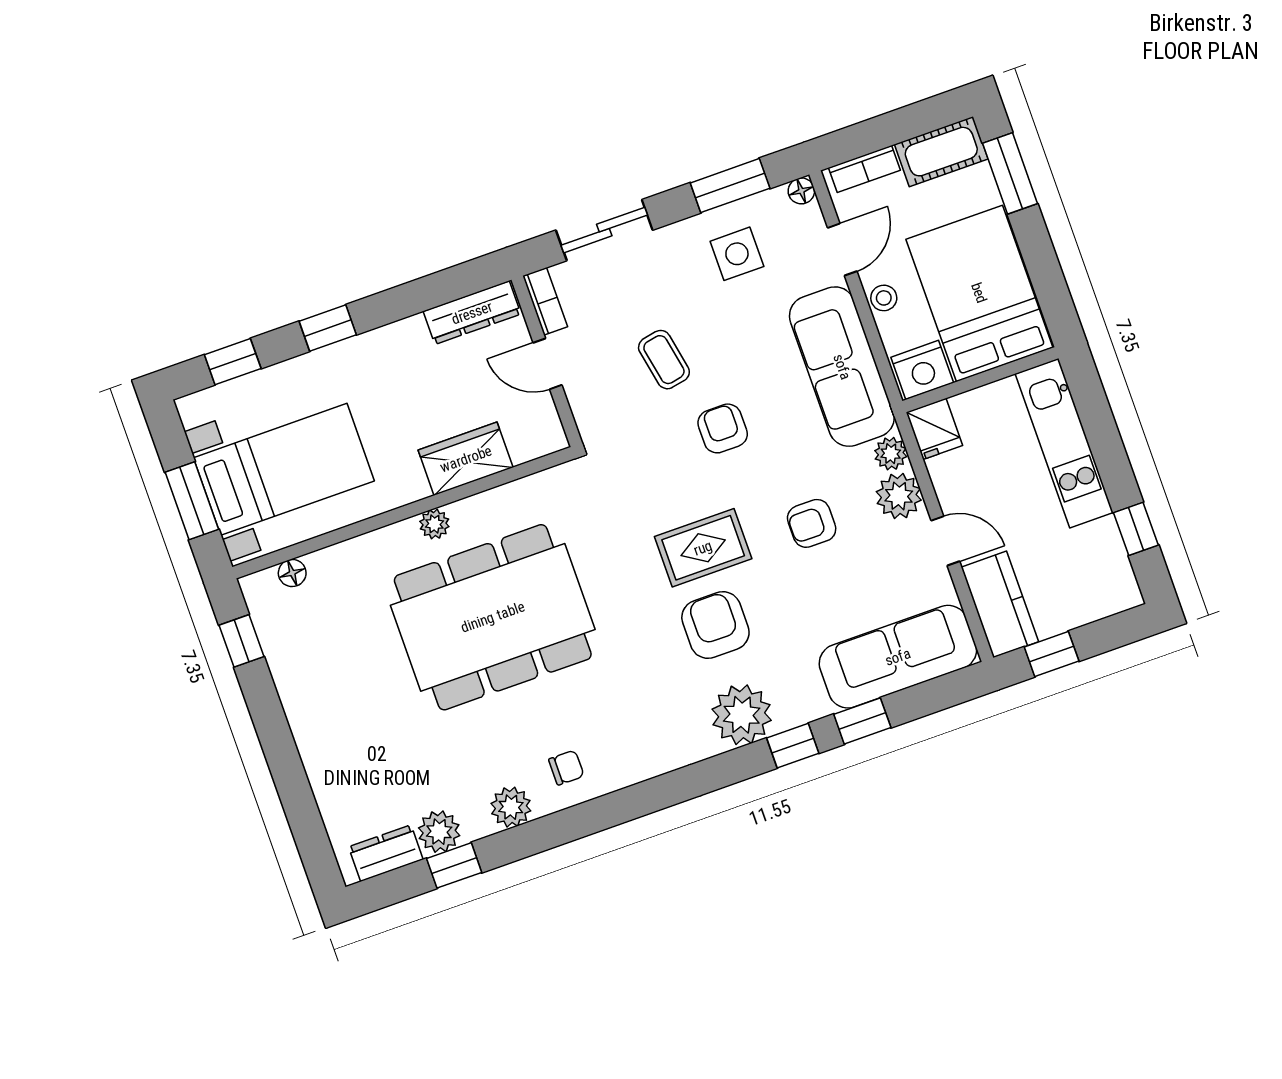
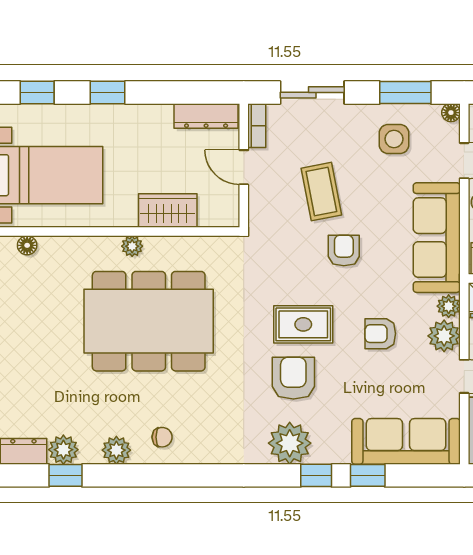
coffee table: (664, 360) -> (321, 192), width x1.36, depth x1.30

